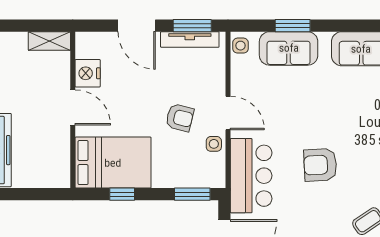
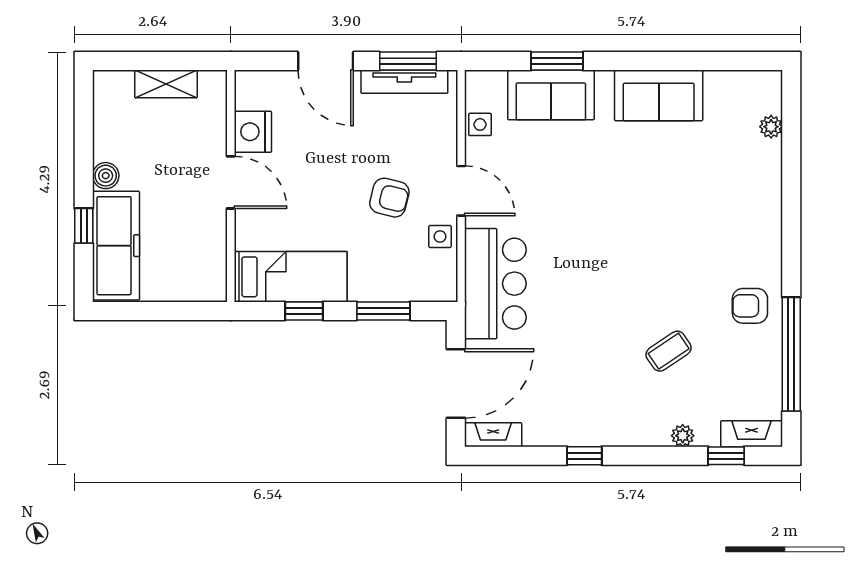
shelving: (49, 41) -> (166, 84), moved
side table: (240, 46) -> (480, 124), moved
bed: (113, 163) -> (291, 277), width x0.67
armchair: (320, 165) -> (598, 268), removed
window: (192, 194) -> (383, 311), moved

